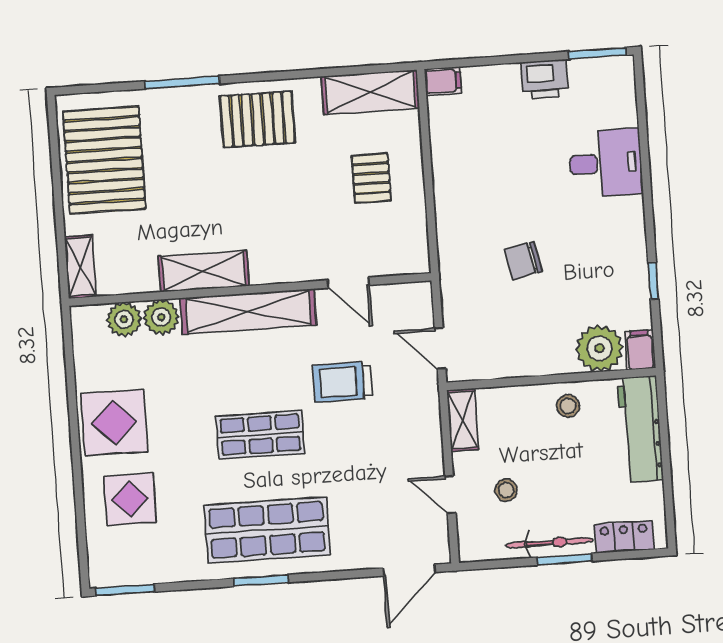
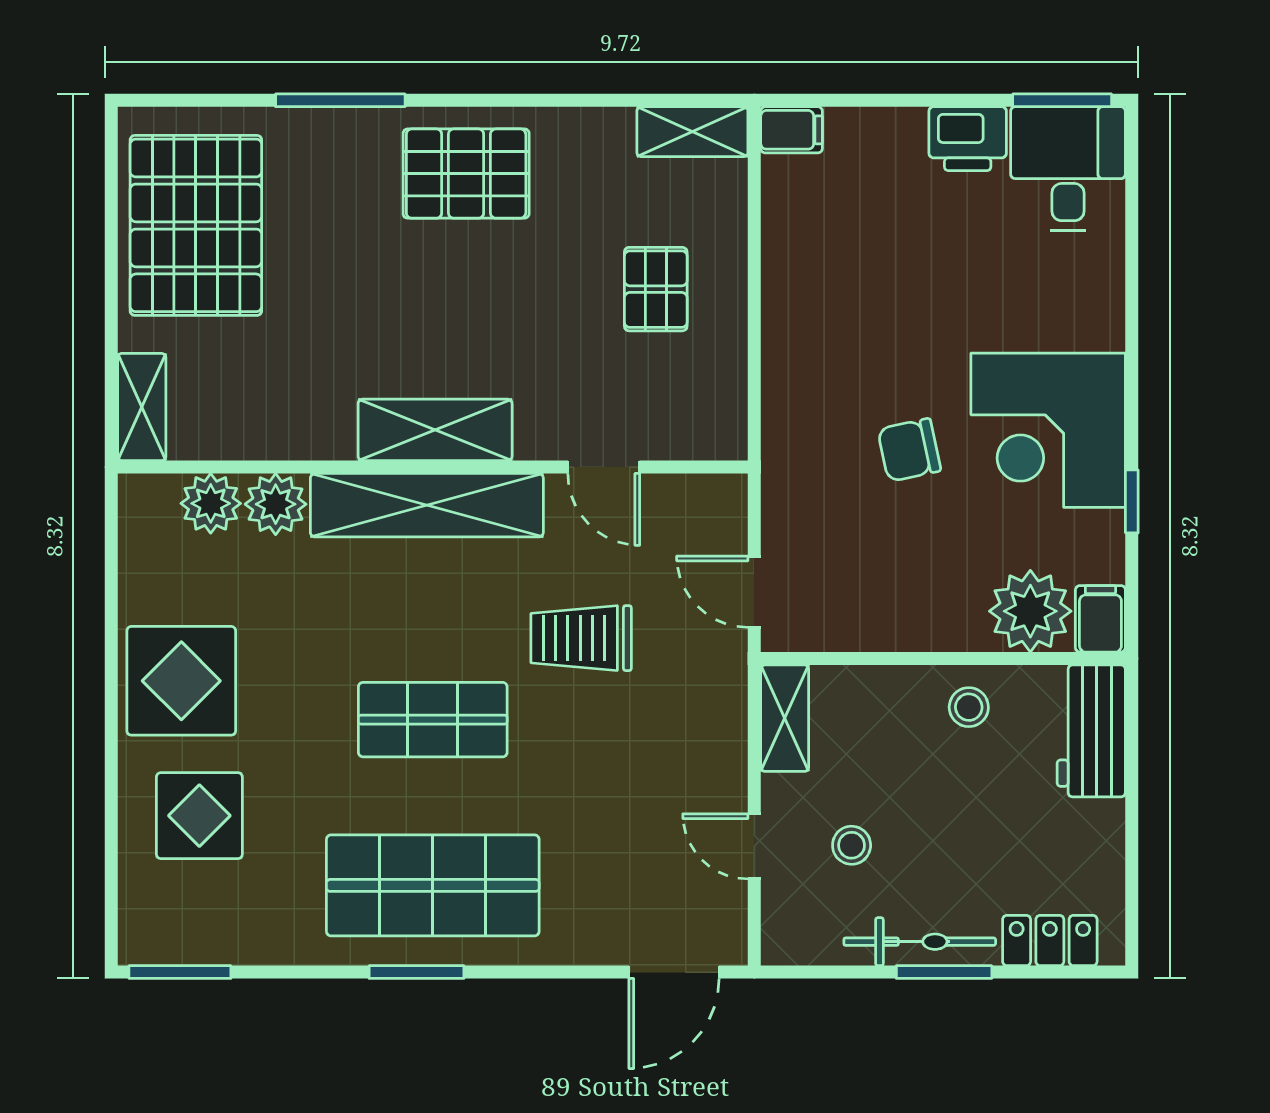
shelving: (370, 92) -> (692, 132), width x0.67, depth x0.75
desk: (606, 163) -> (1068, 169), moved, turned -90
corner desk: (602, 244) -> (1048, 430), added
shelving: (204, 271) -> (435, 430), moved
workbench: (640, 429) -> (1091, 731), width x0.73

